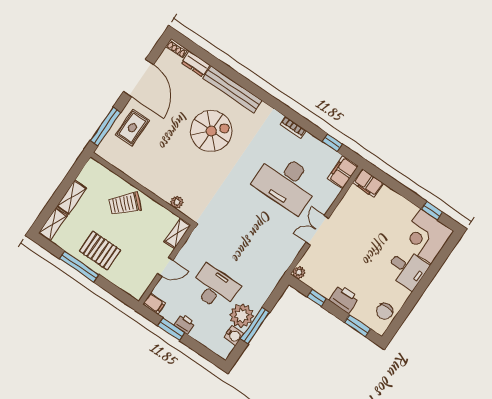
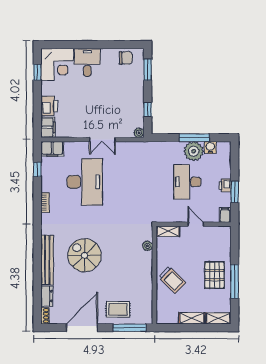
printer: (344, 299) -> (49, 106), moved, turned 180

